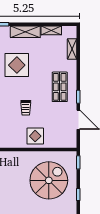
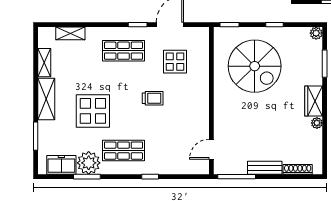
display table: (35, 136) -> (175, 62), moved
spiral stairs: (49, 180) -> (255, 66), turned 180

